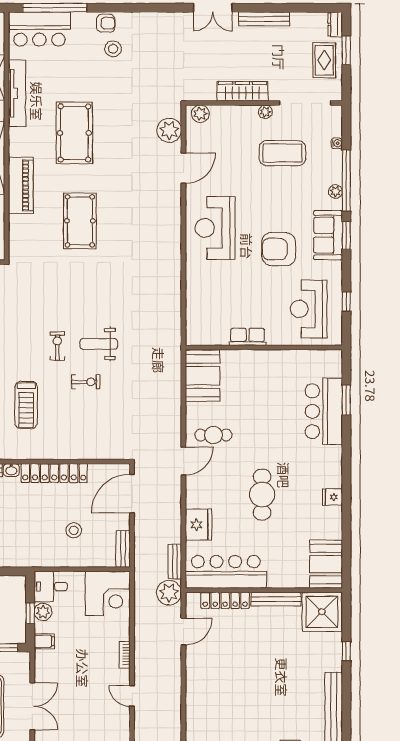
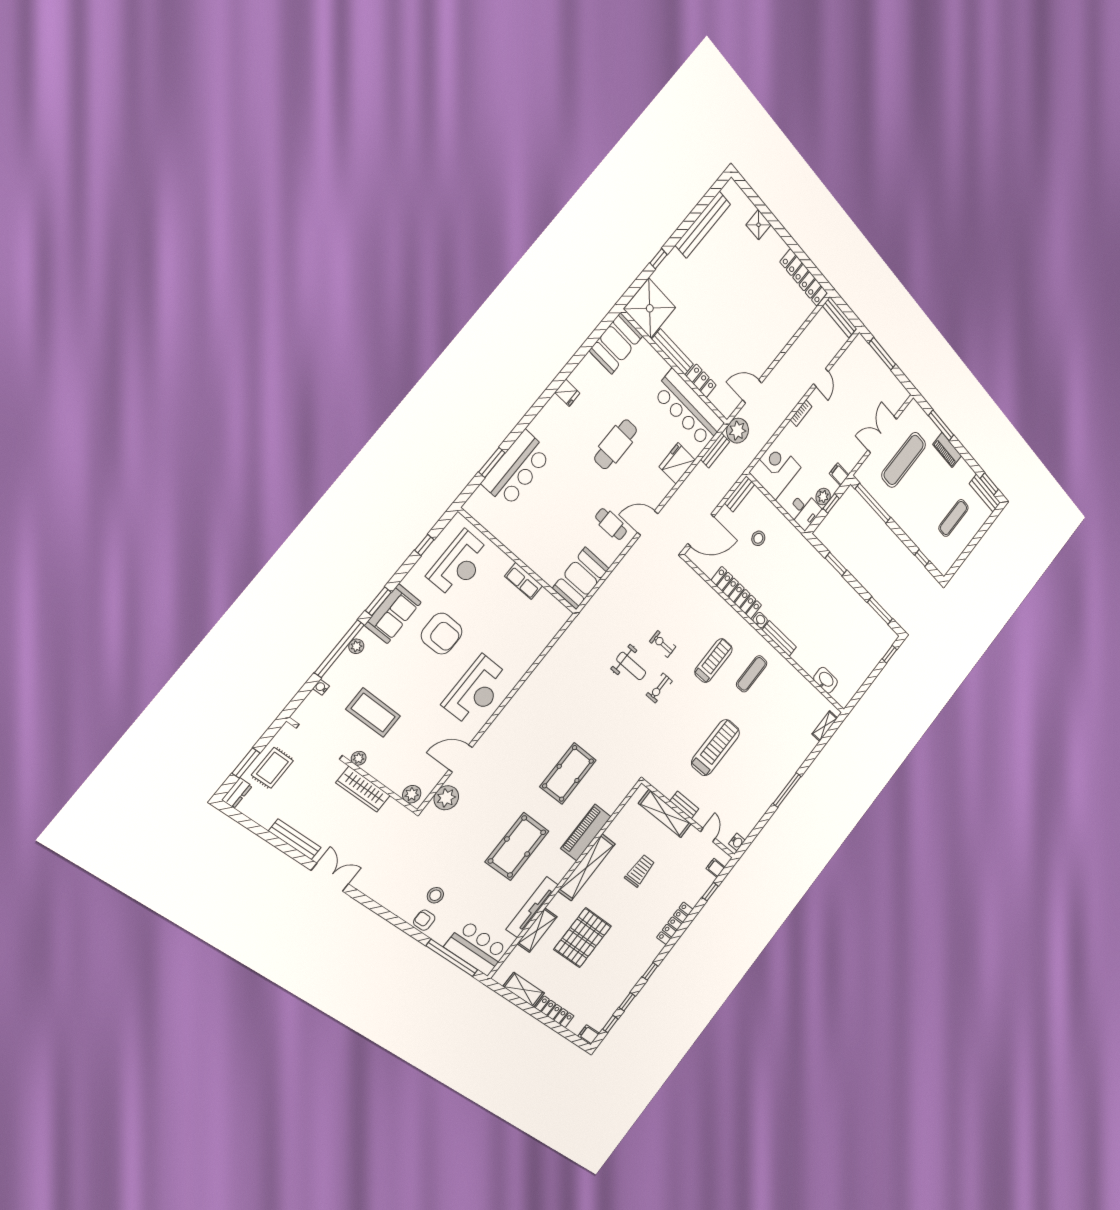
locker: (225, 600) -> (701, 381), width x0.66

